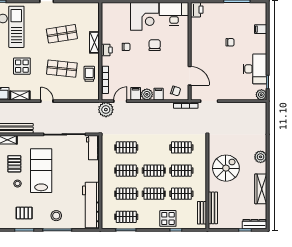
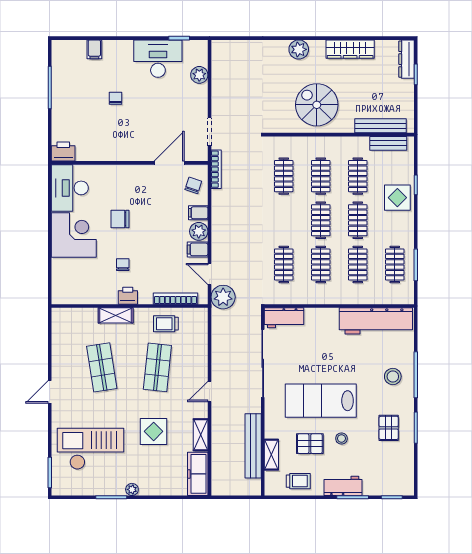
plant: (261, 95) -> (199, 75), moved

